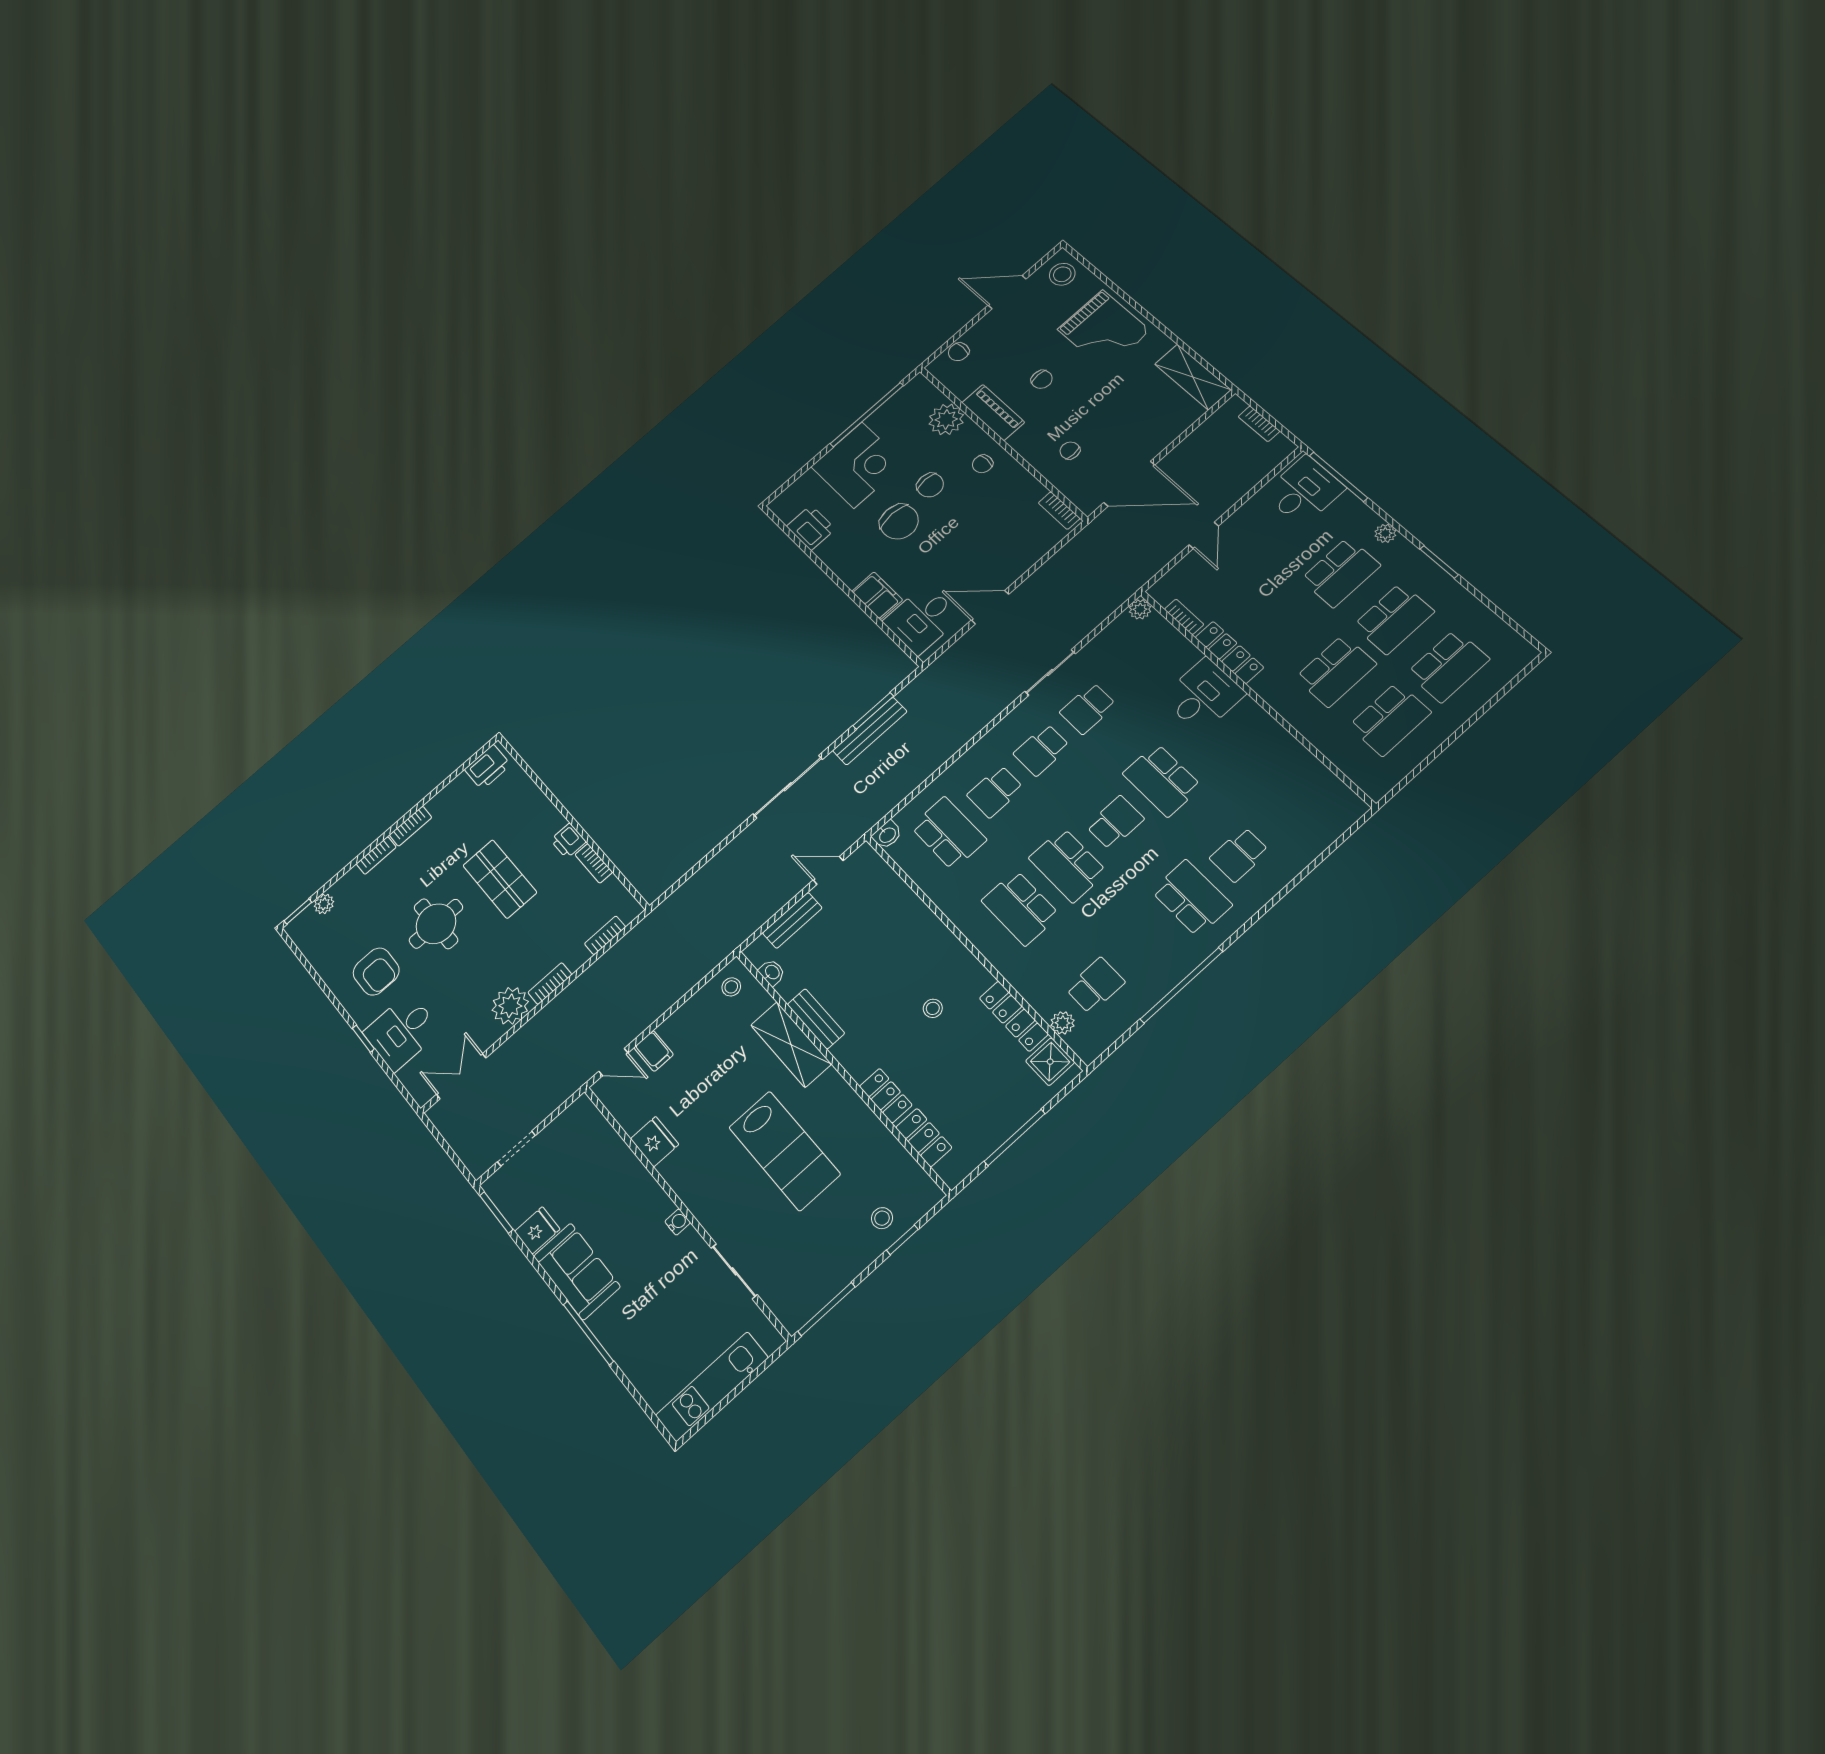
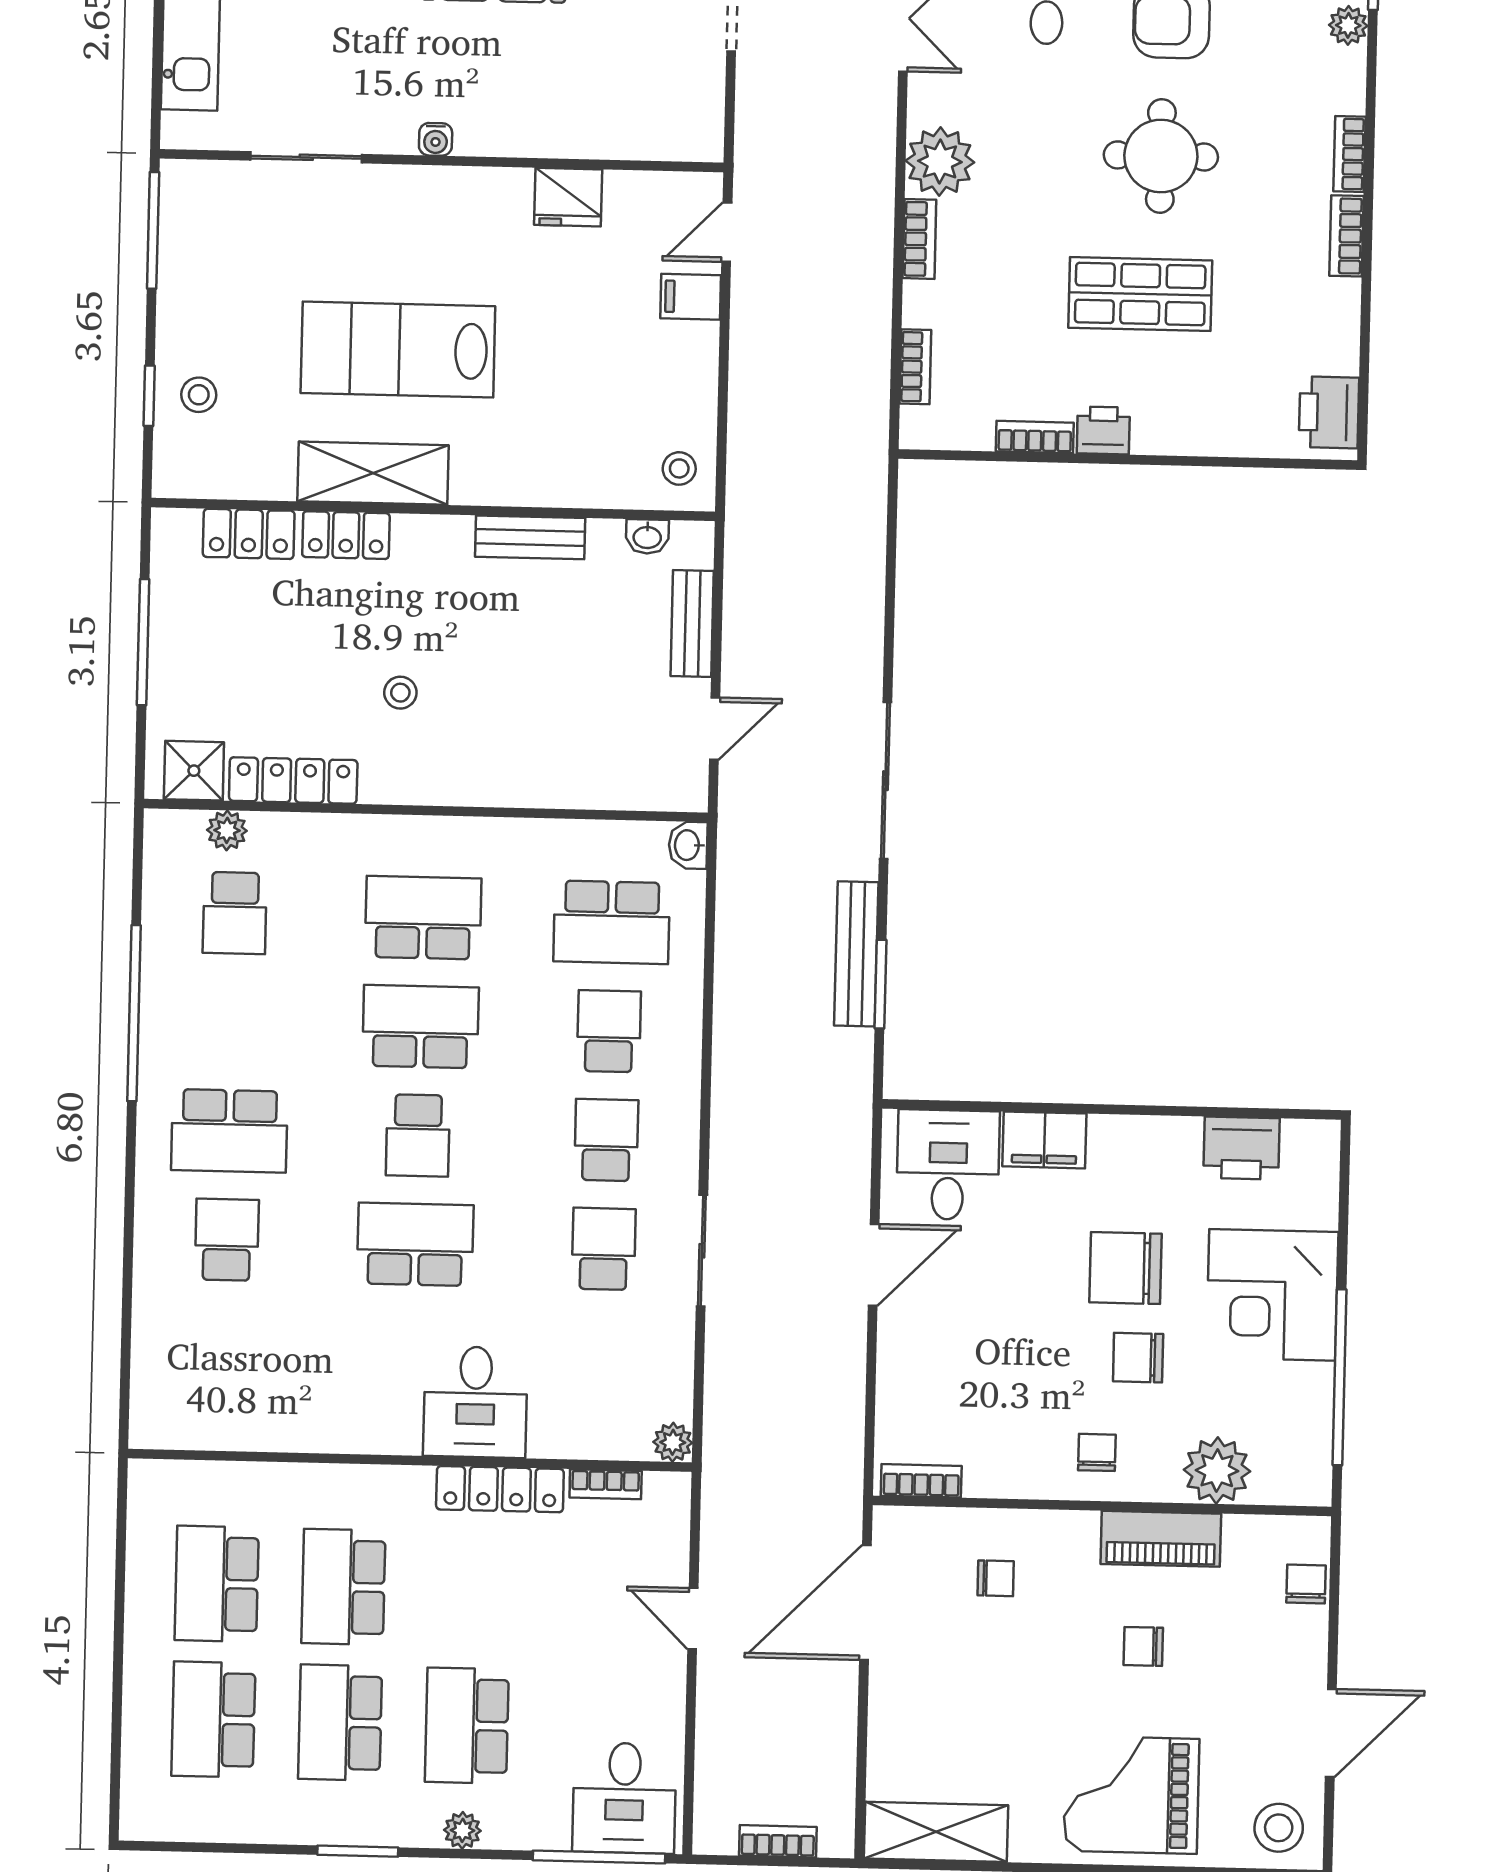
shelving: (791, 1044) -> (373, 473), moved

